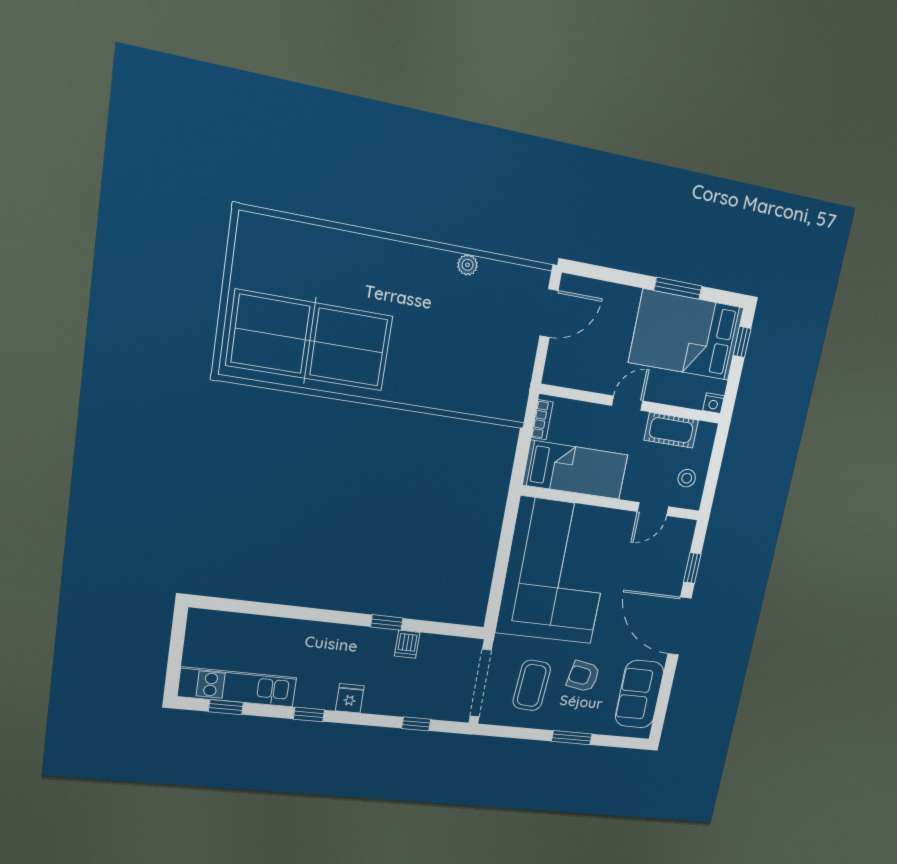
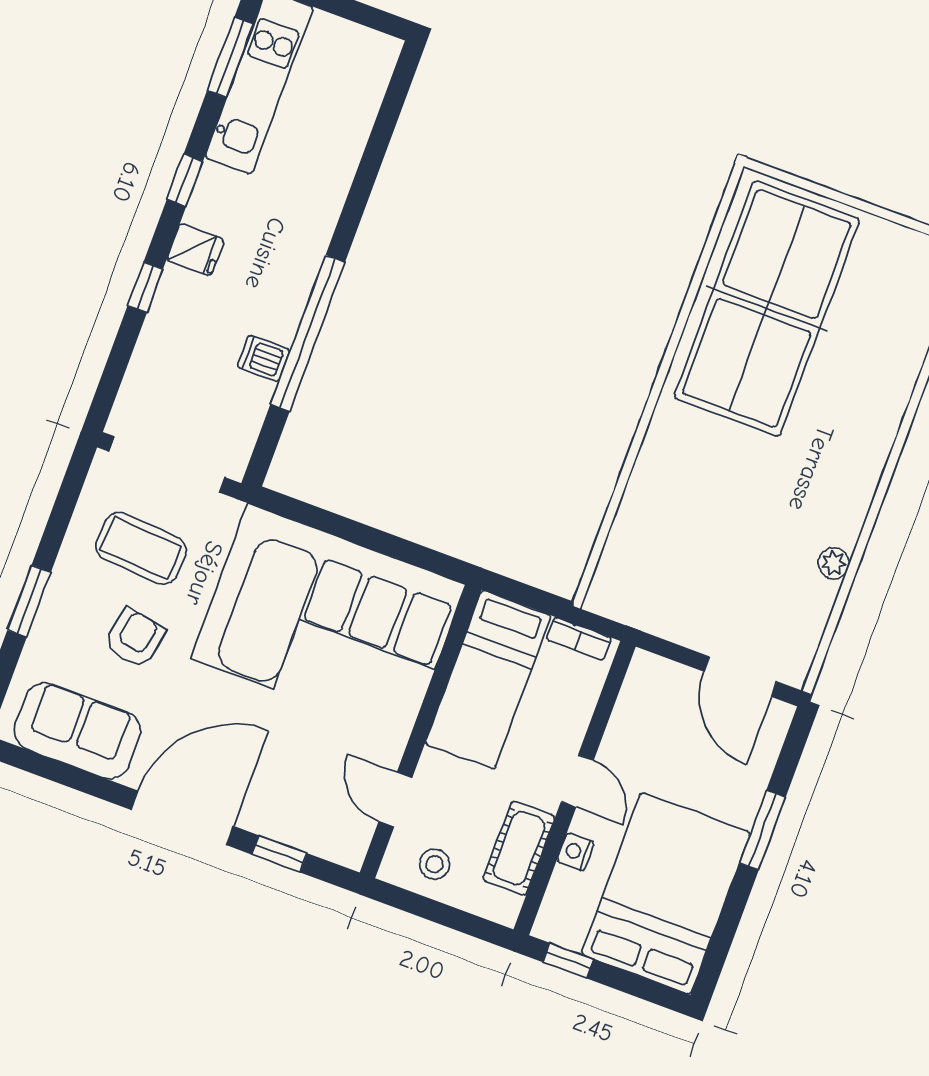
window: (678, 288) -> (763, 830), moved
window: (742, 342) -> (568, 961), moved
nightstand: (714, 403) -> (576, 852), moved
window: (387, 623) -> (308, 333), width x3.17
window: (226, 707) -> (230, 57), width x1.50
window: (416, 724) -> (145, 287), moved

